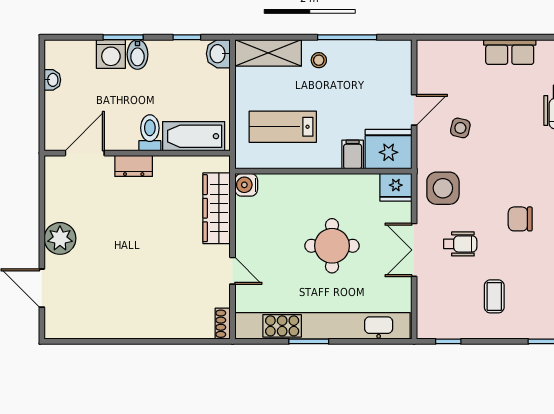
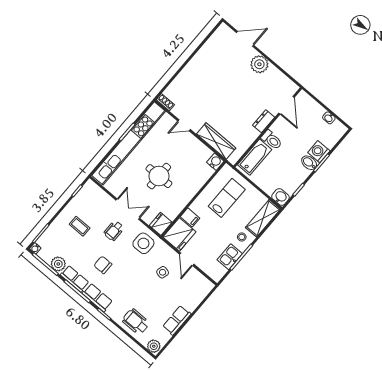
kitchen sink: (360, 54) -> (230, 257), added
chair: (520, 219) -> (103, 265), turned -90

